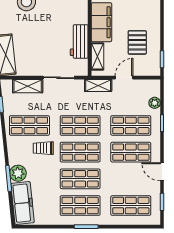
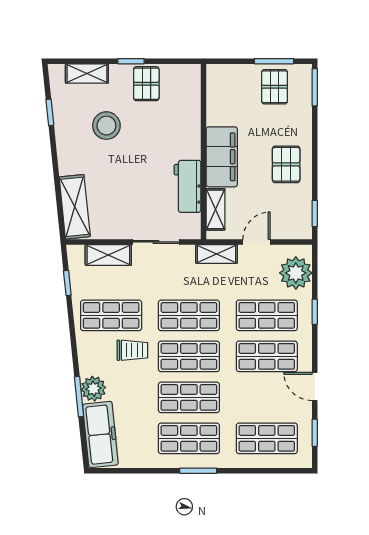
pallet: (137, 42) -> (286, 164), moved
plant: (155, 103) -> (296, 273), width x1.88, depth x1.88
trolley: (43, 148) -> (132, 350), turned 180

